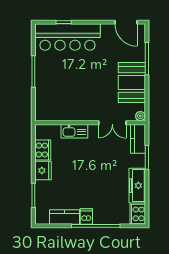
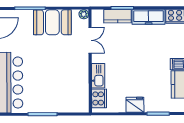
kitchen counter: (138, 139) -> (118, 16), moved
cooker: (43, 150) -> (99, 98), moved, turned 90

